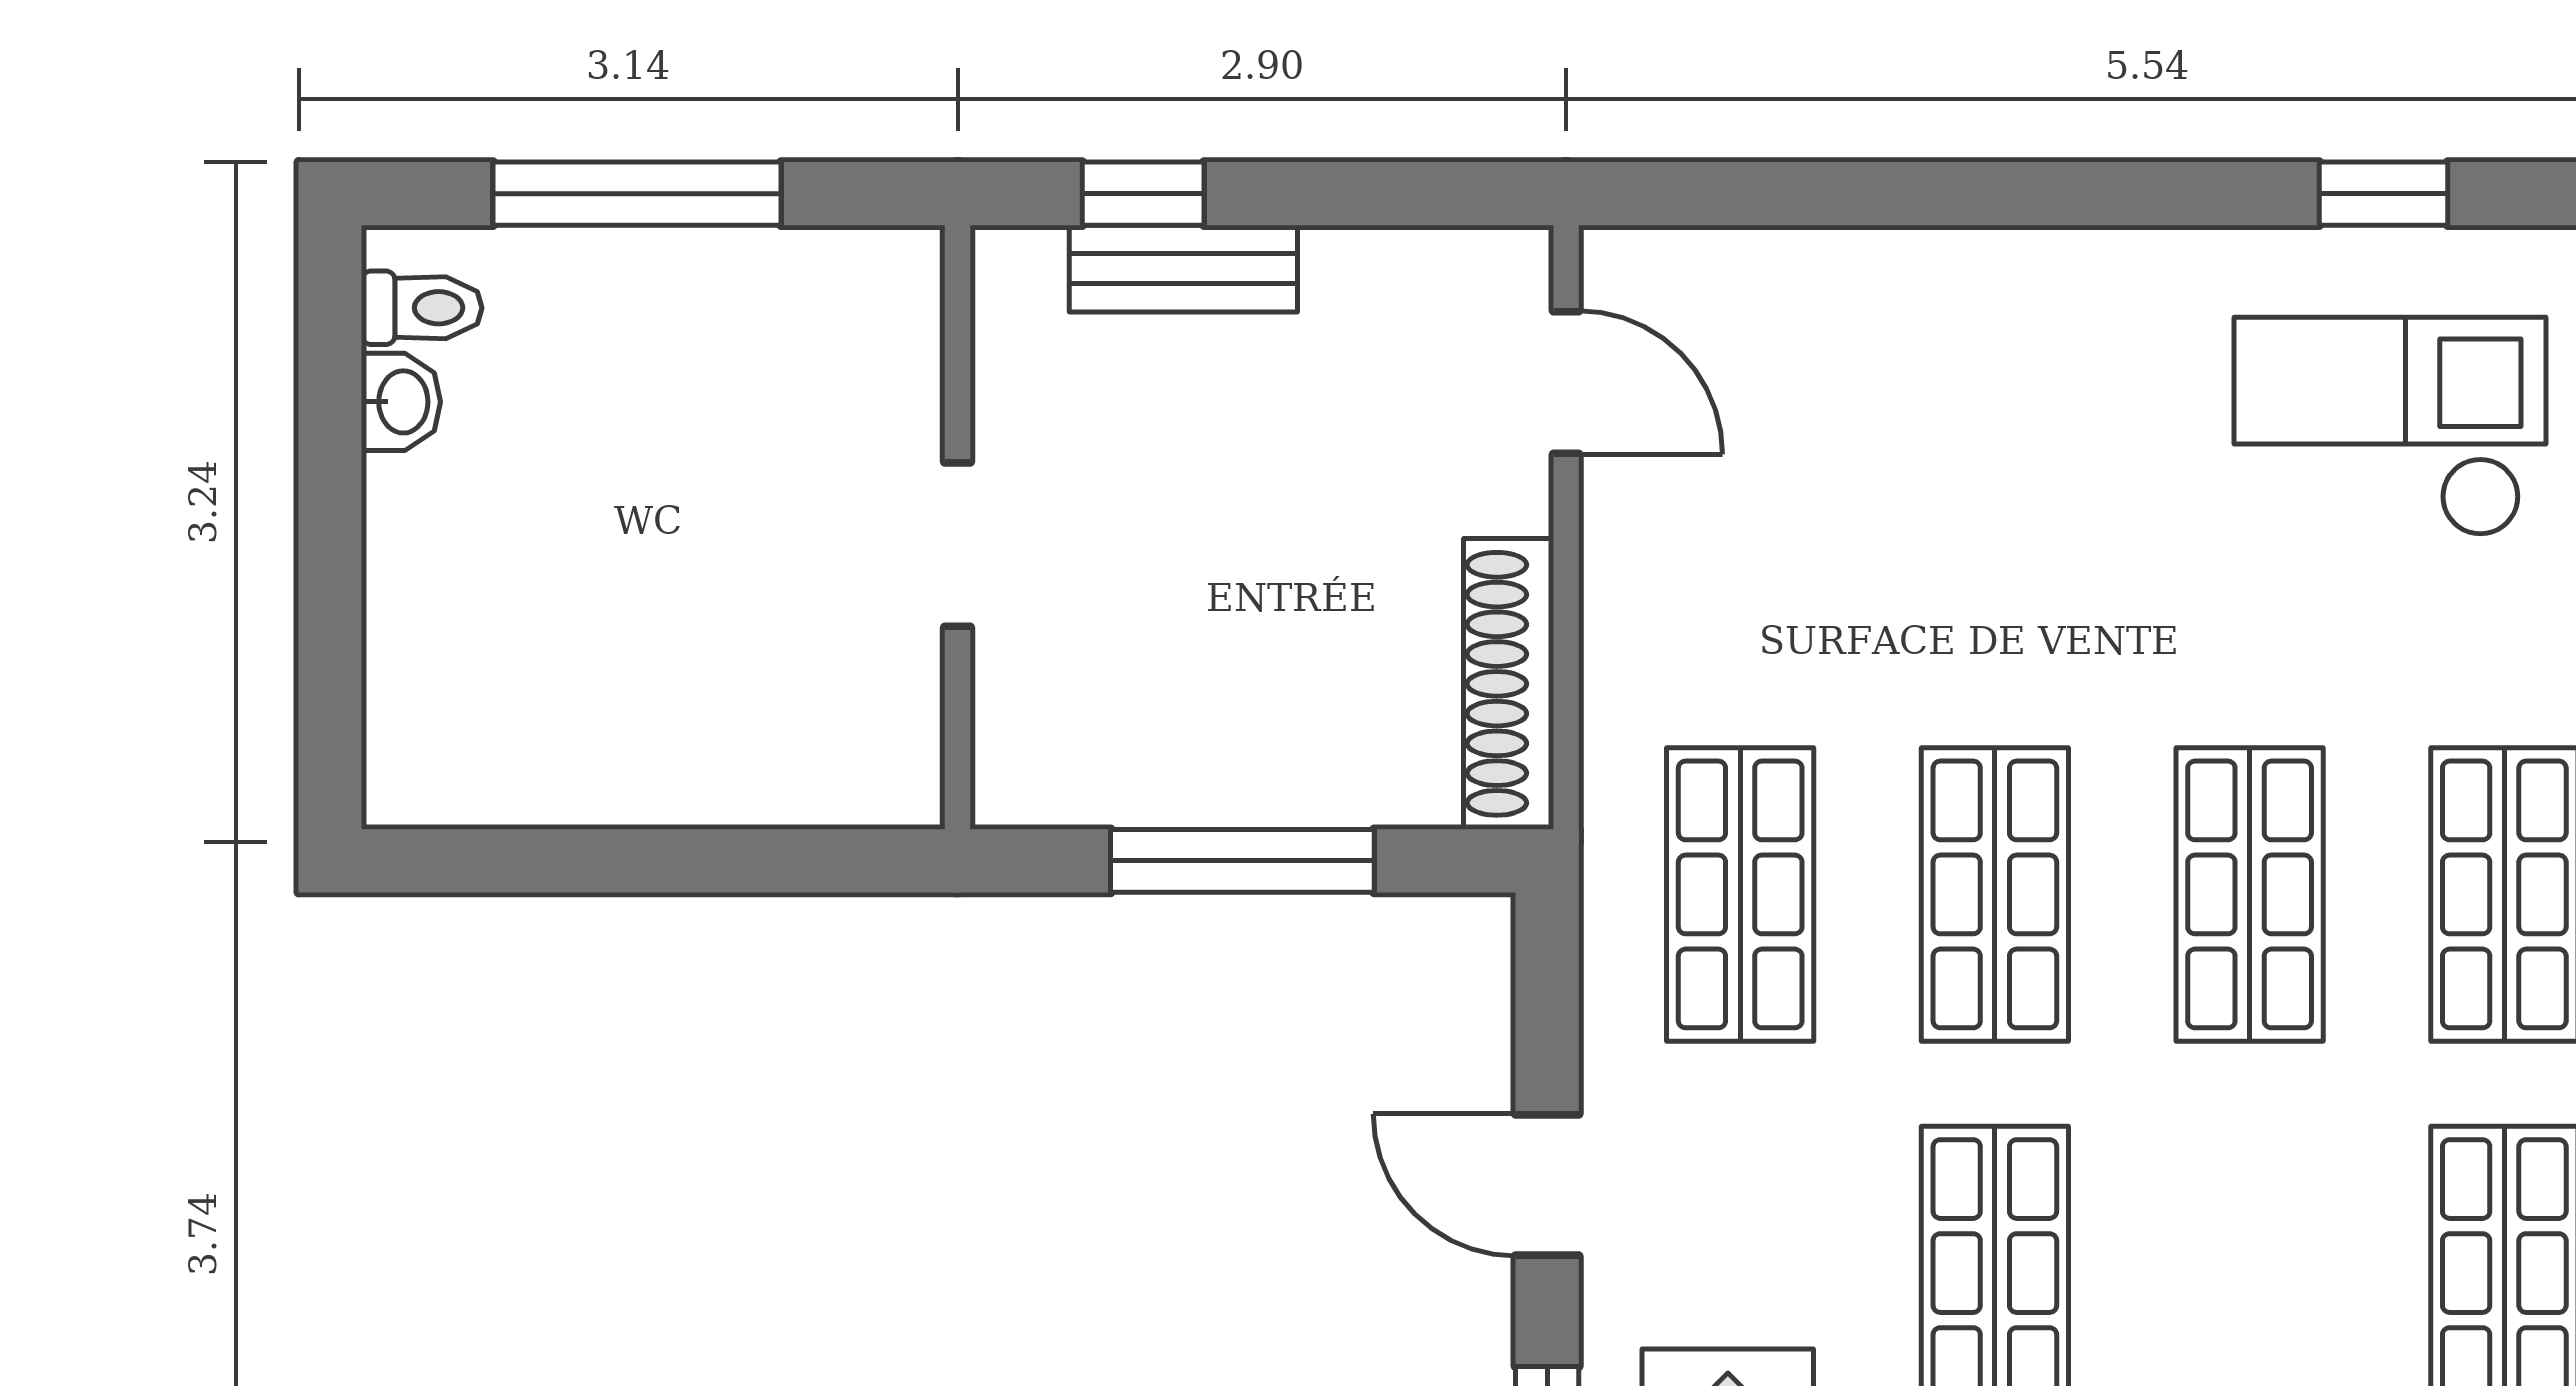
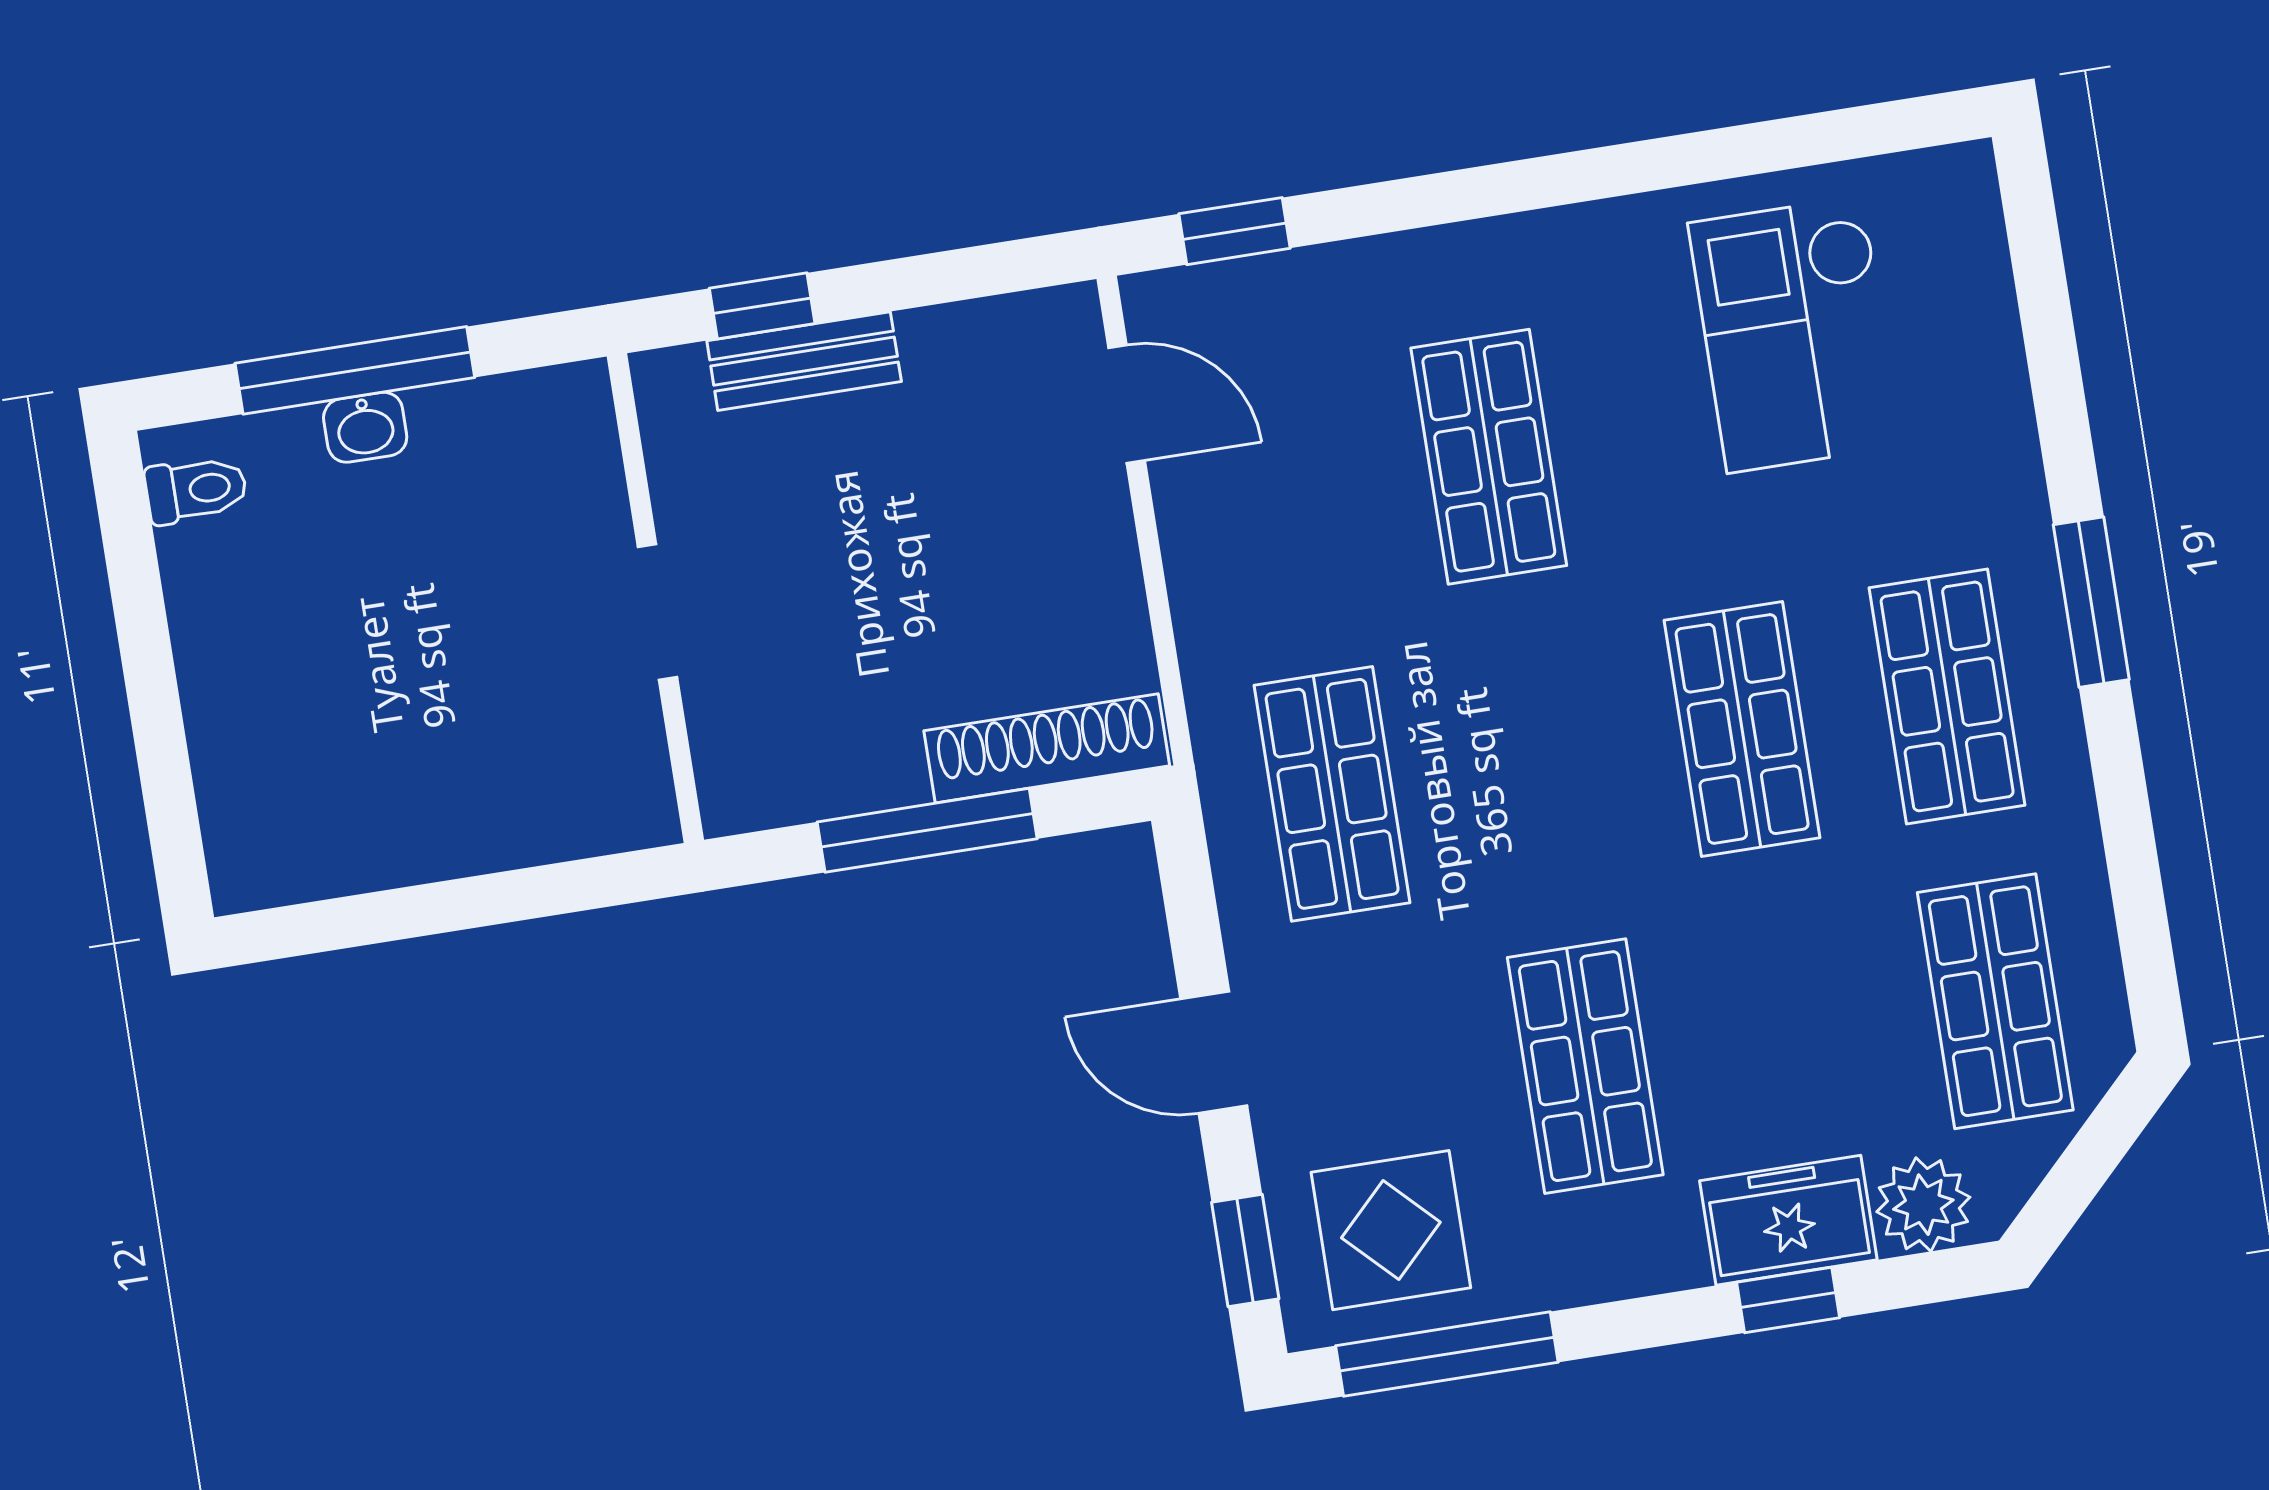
window: (2383, 194) -> (1235, 231), moved
washbasin: (401, 402) -> (365, 427), moved, turned 90
checkout: (2390, 427) -> (1795, 334), turned -90
shoe rack: (1509, 684) -> (1047, 748), moved, turned 90
shop shelf: (1995, 894) -> (1489, 457), moved

